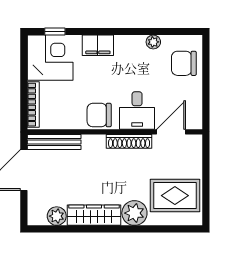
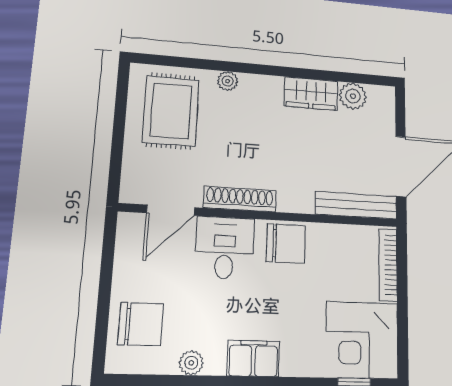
filing cabinet: (98, 45) -> (253, 358), moved
rug: (175, 196) -> (171, 111), turned 90
plant: (134, 213) -> (228, 81), width x0.53, depth x0.53
wardrobe: (94, 215) -> (311, 94), width x0.67

